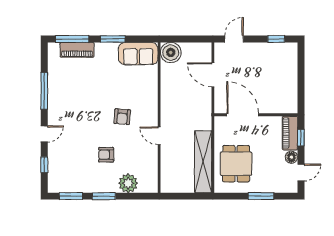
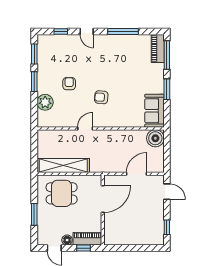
piano: (77, 50) -> (158, 49), moved

